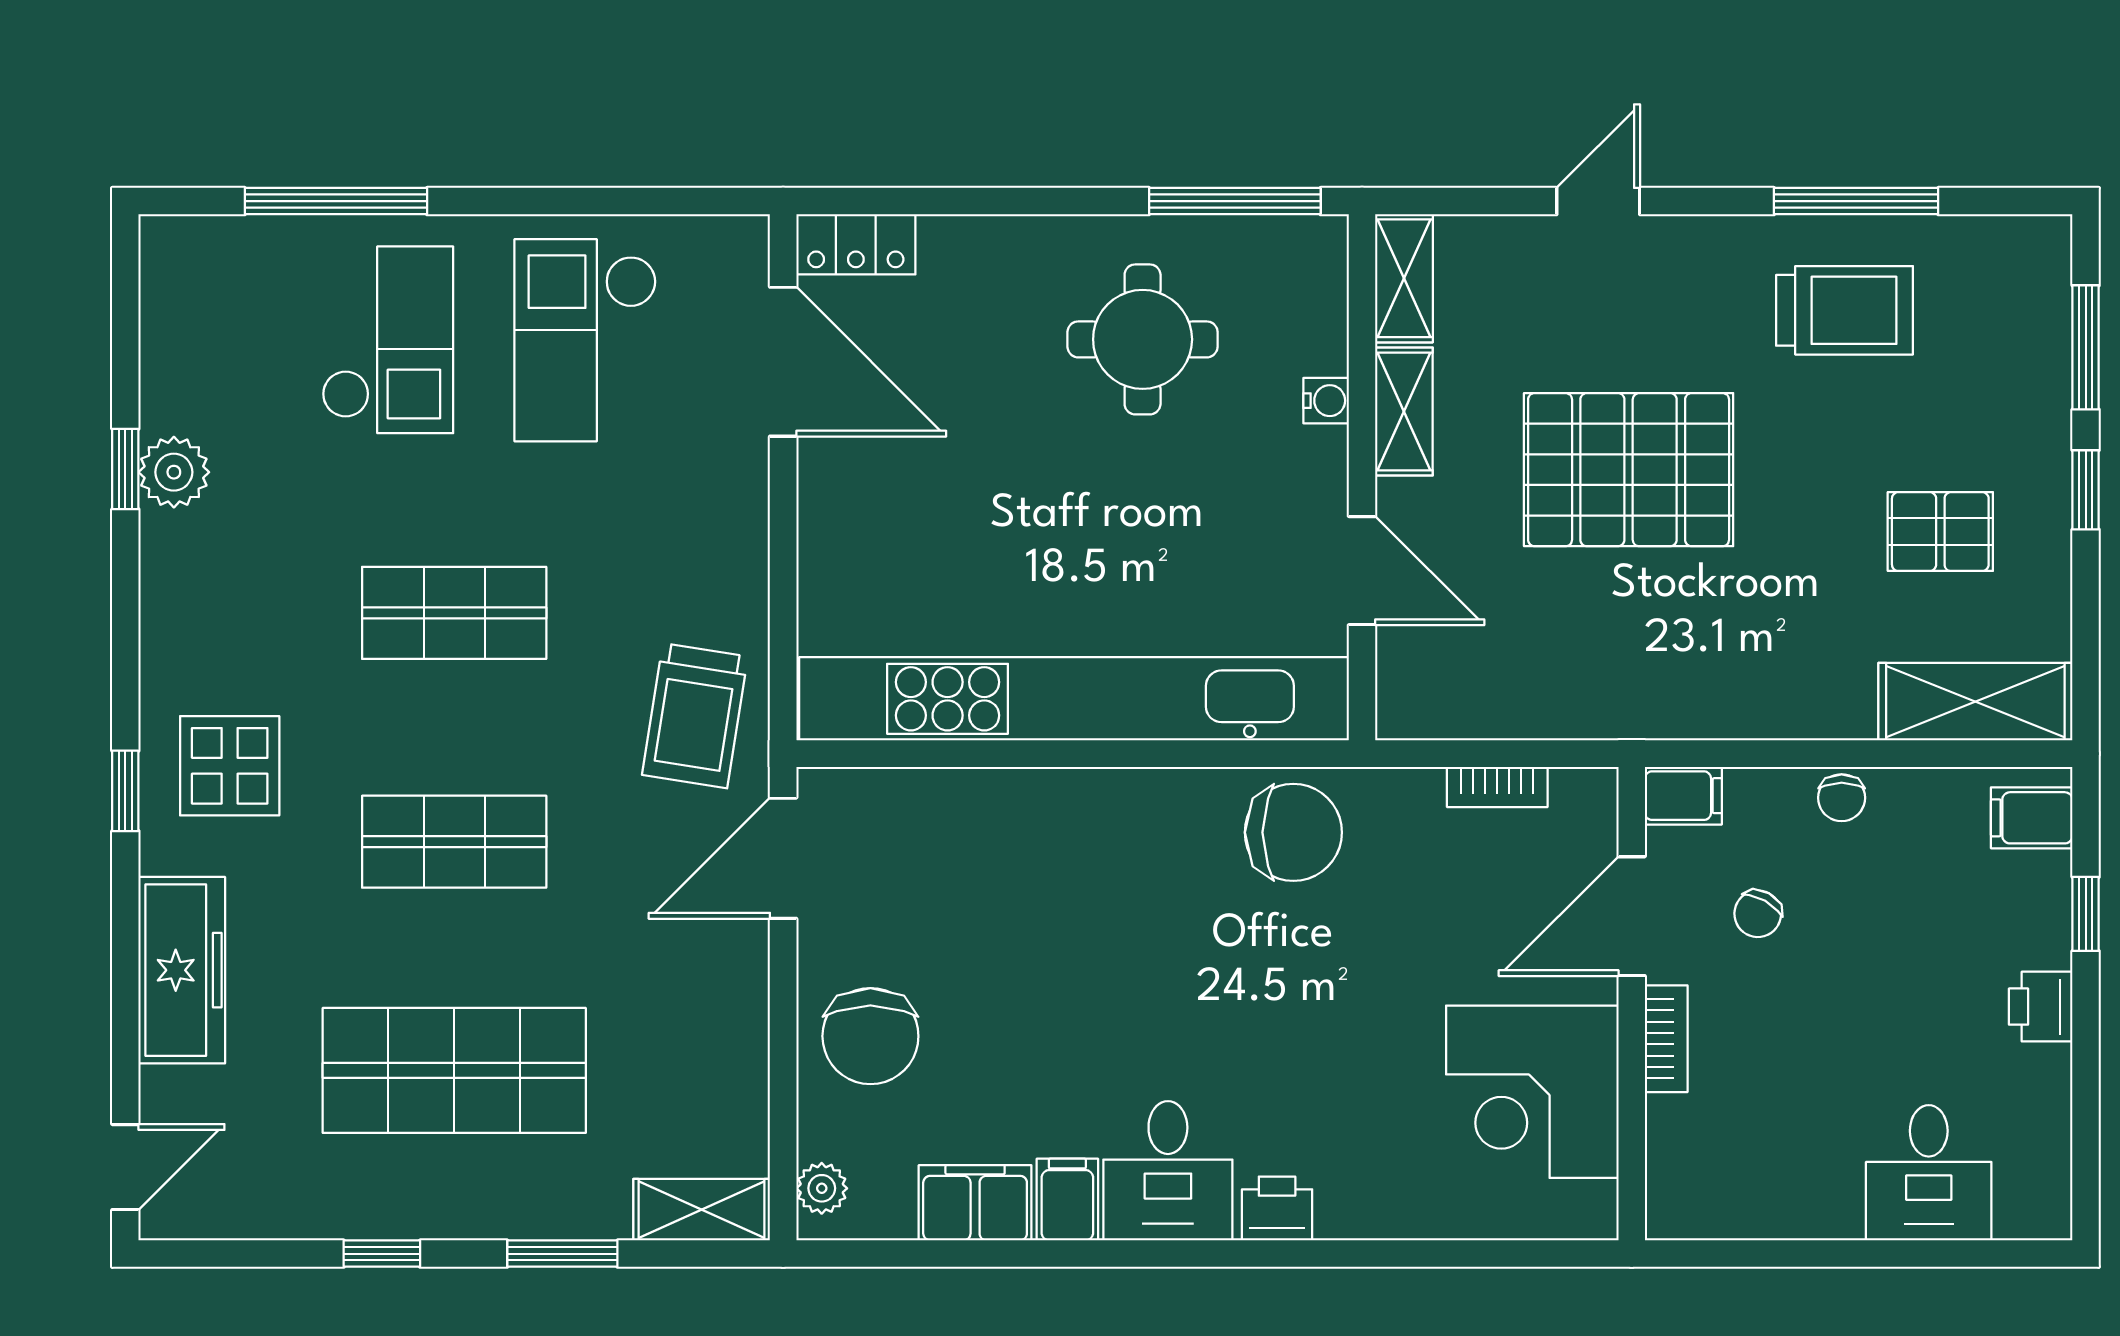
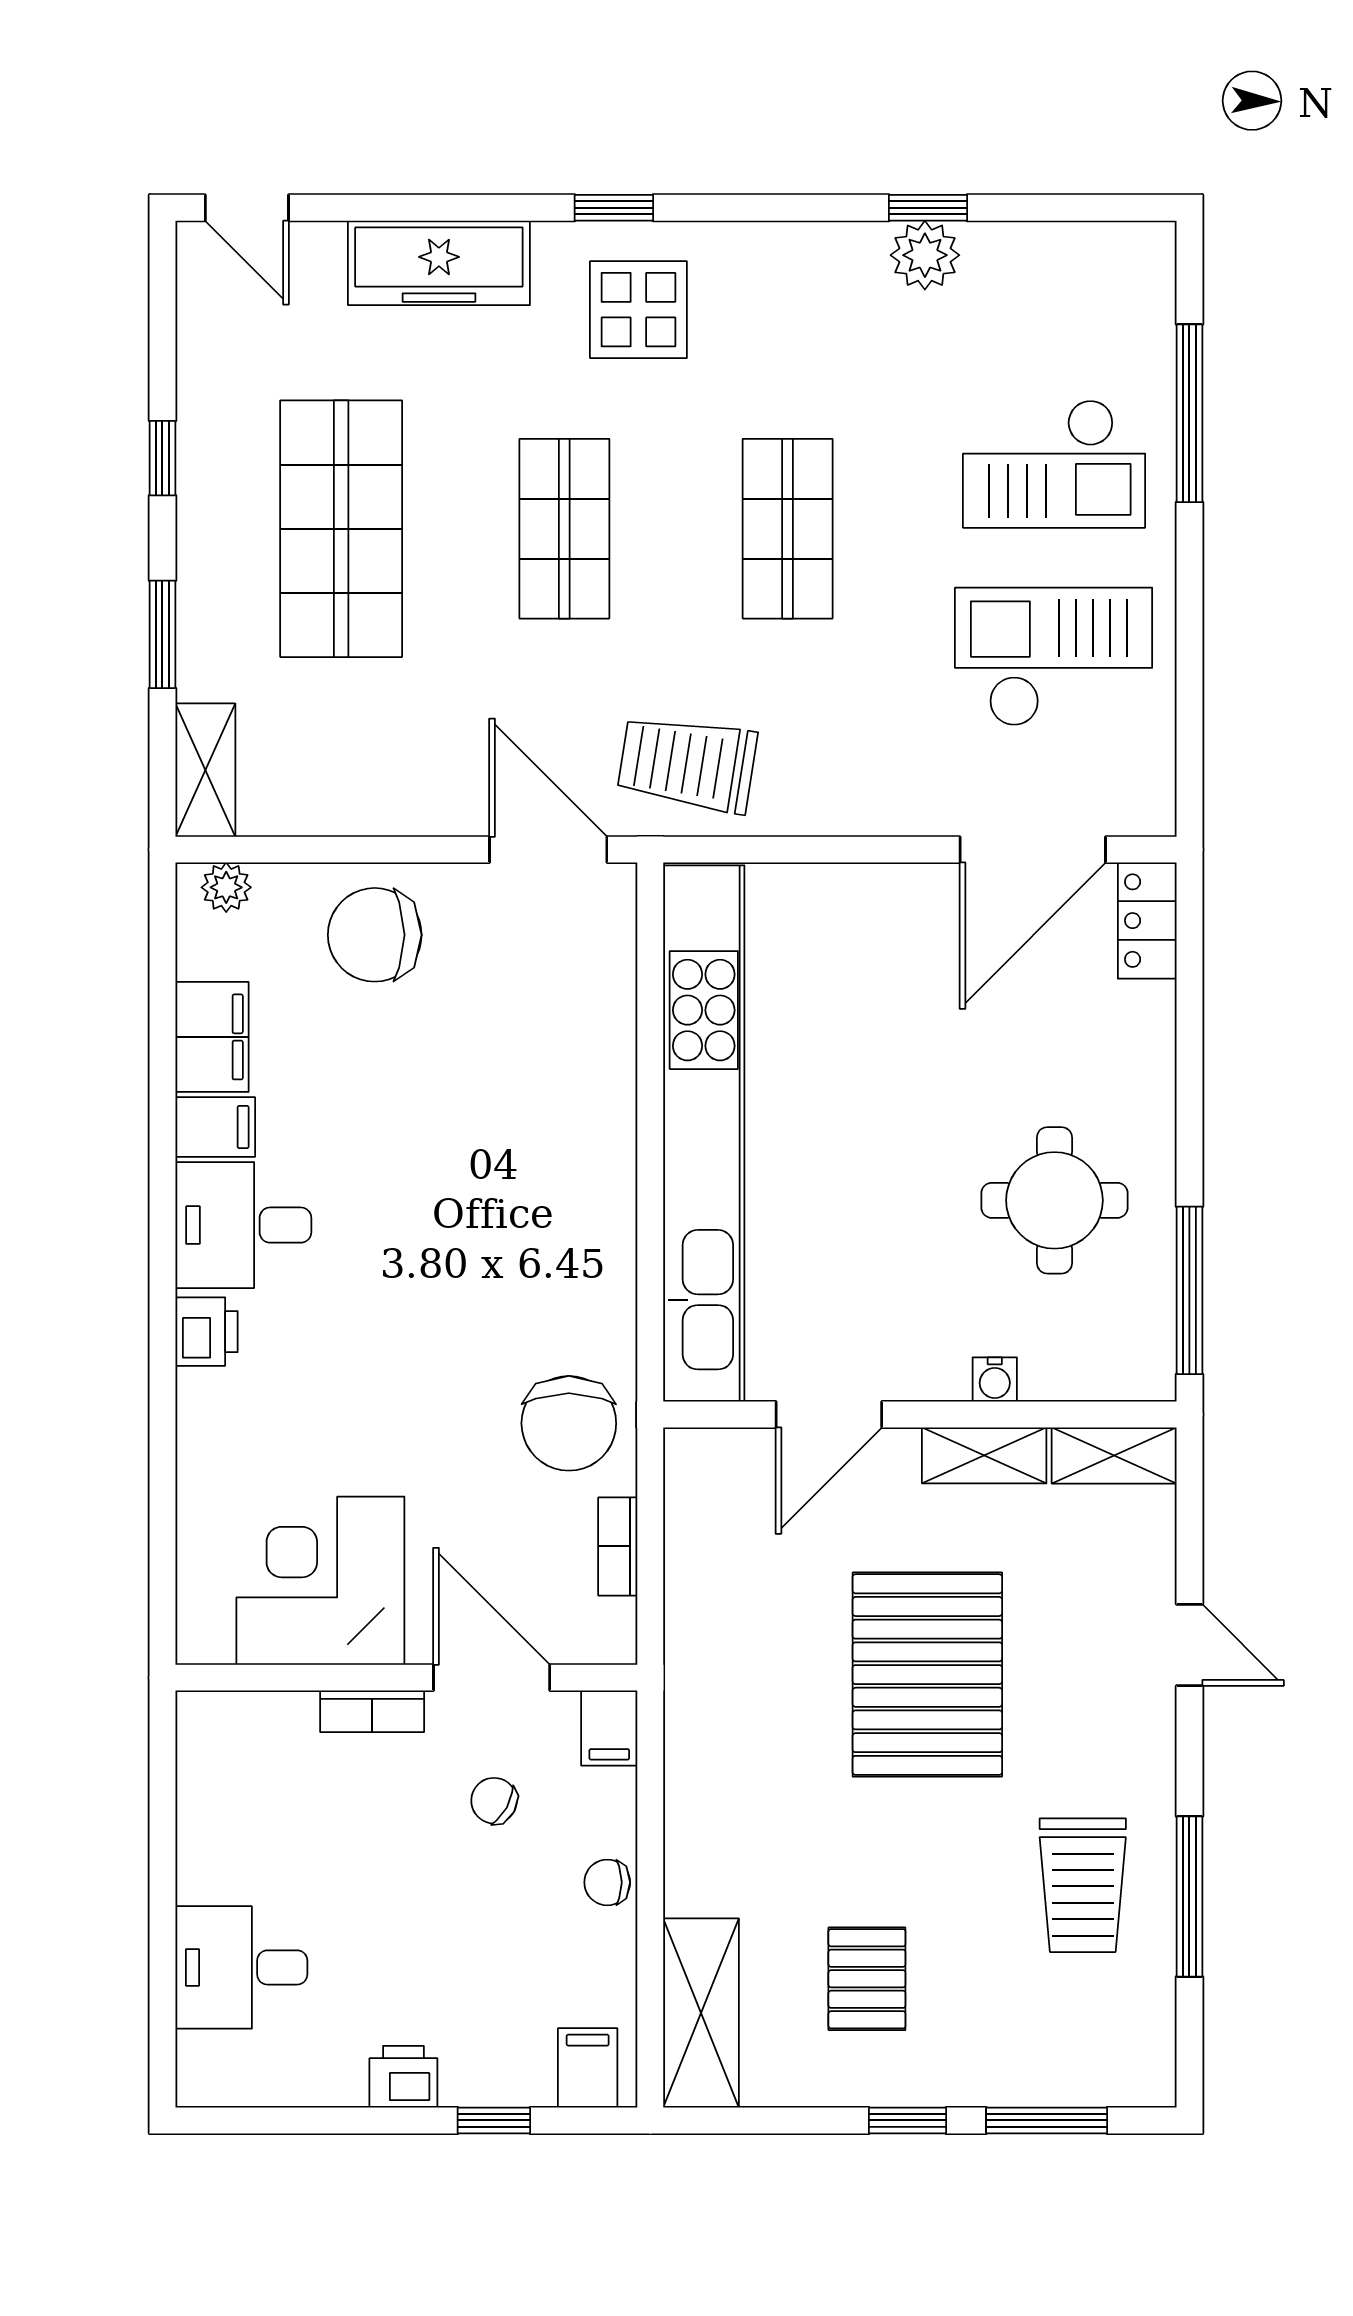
chair: (1293, 832) -> (569, 1423), moved

